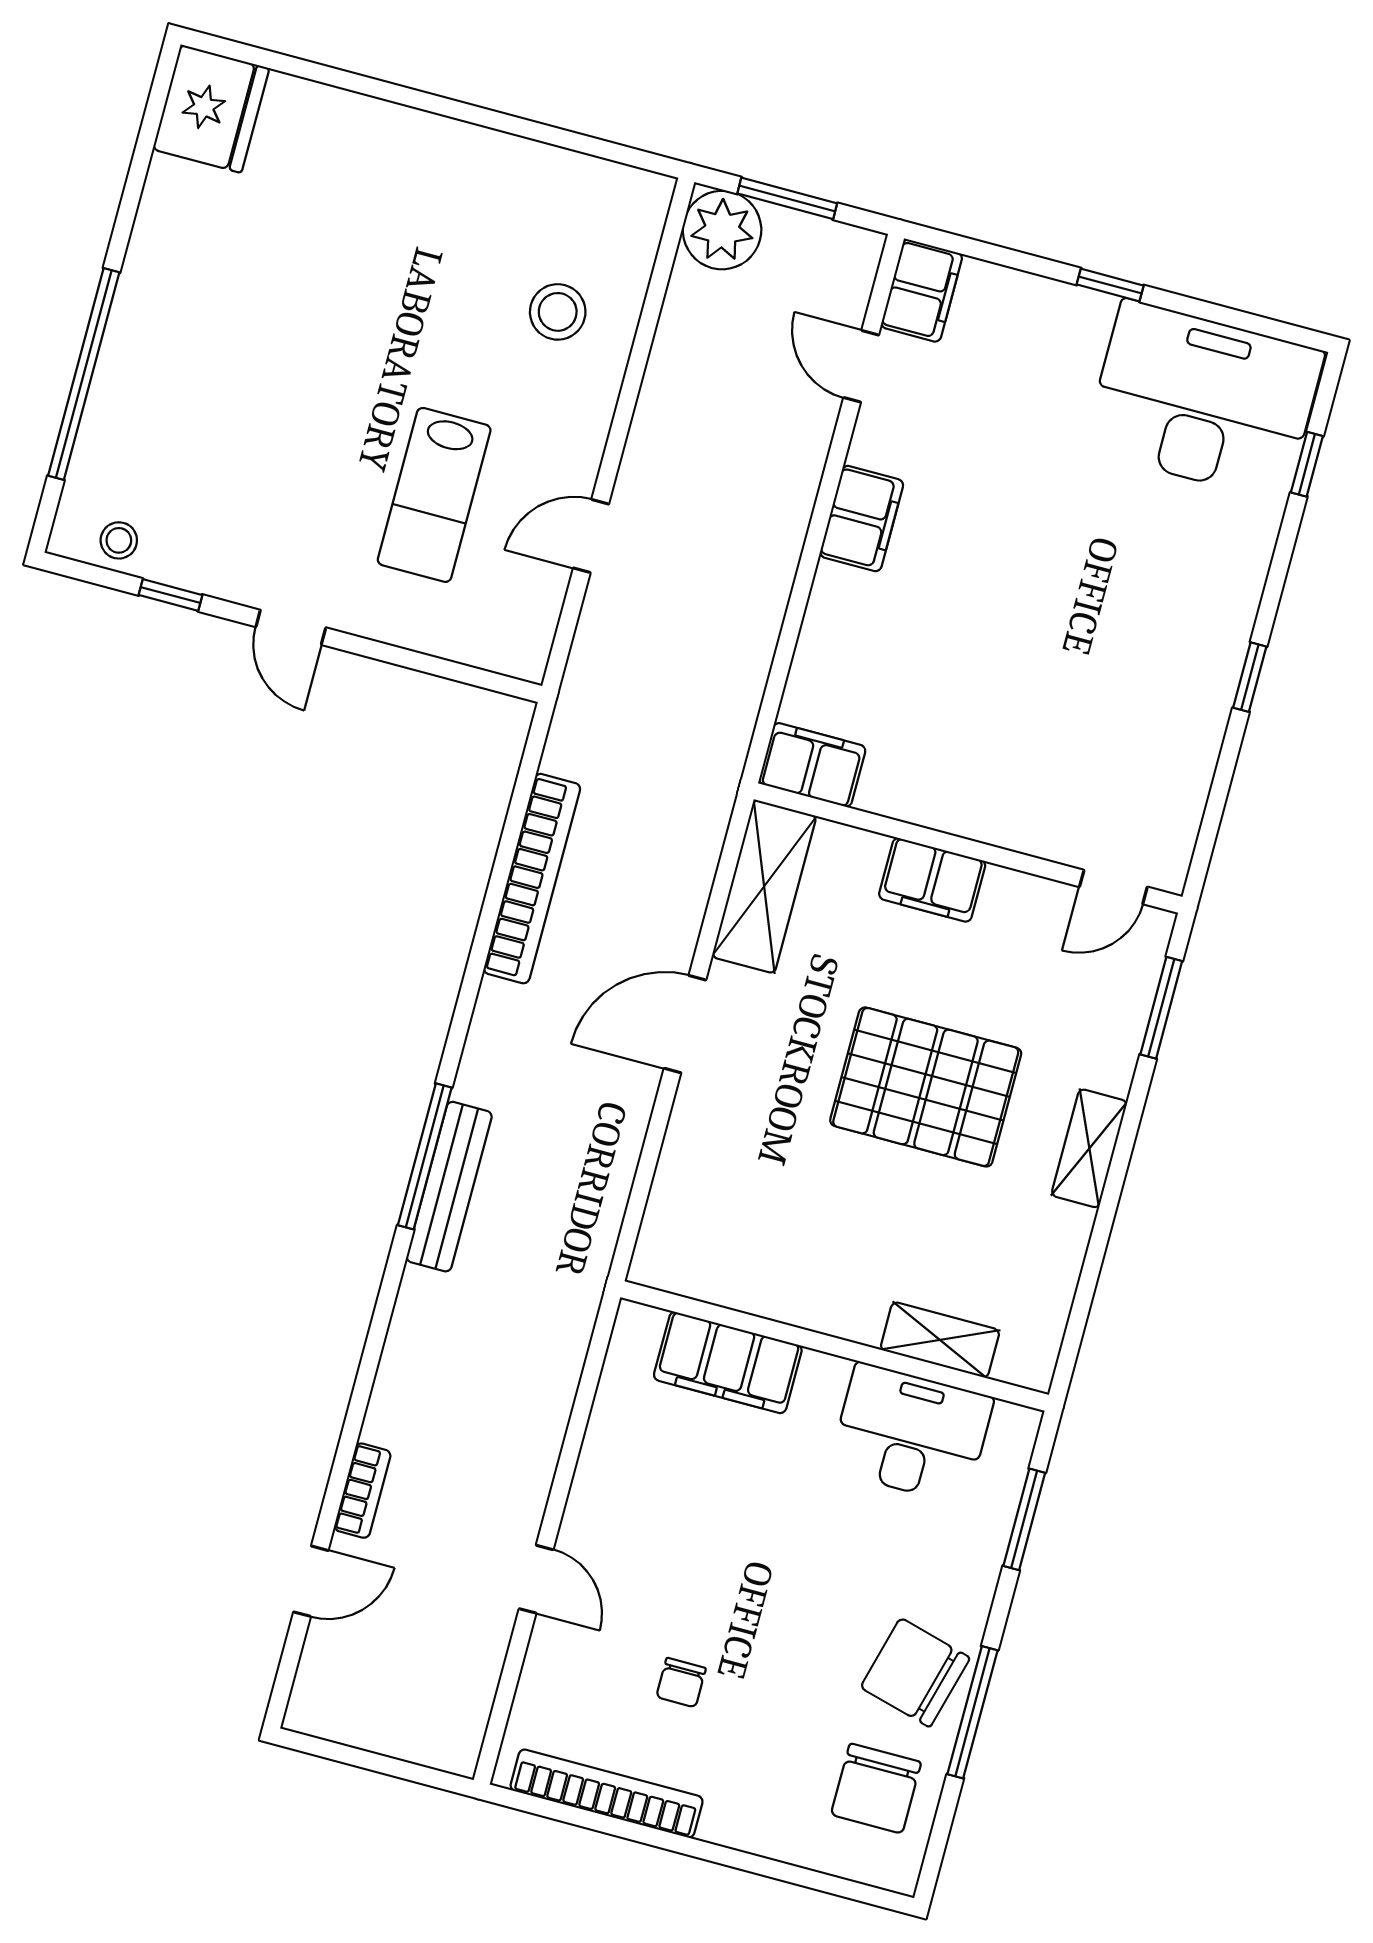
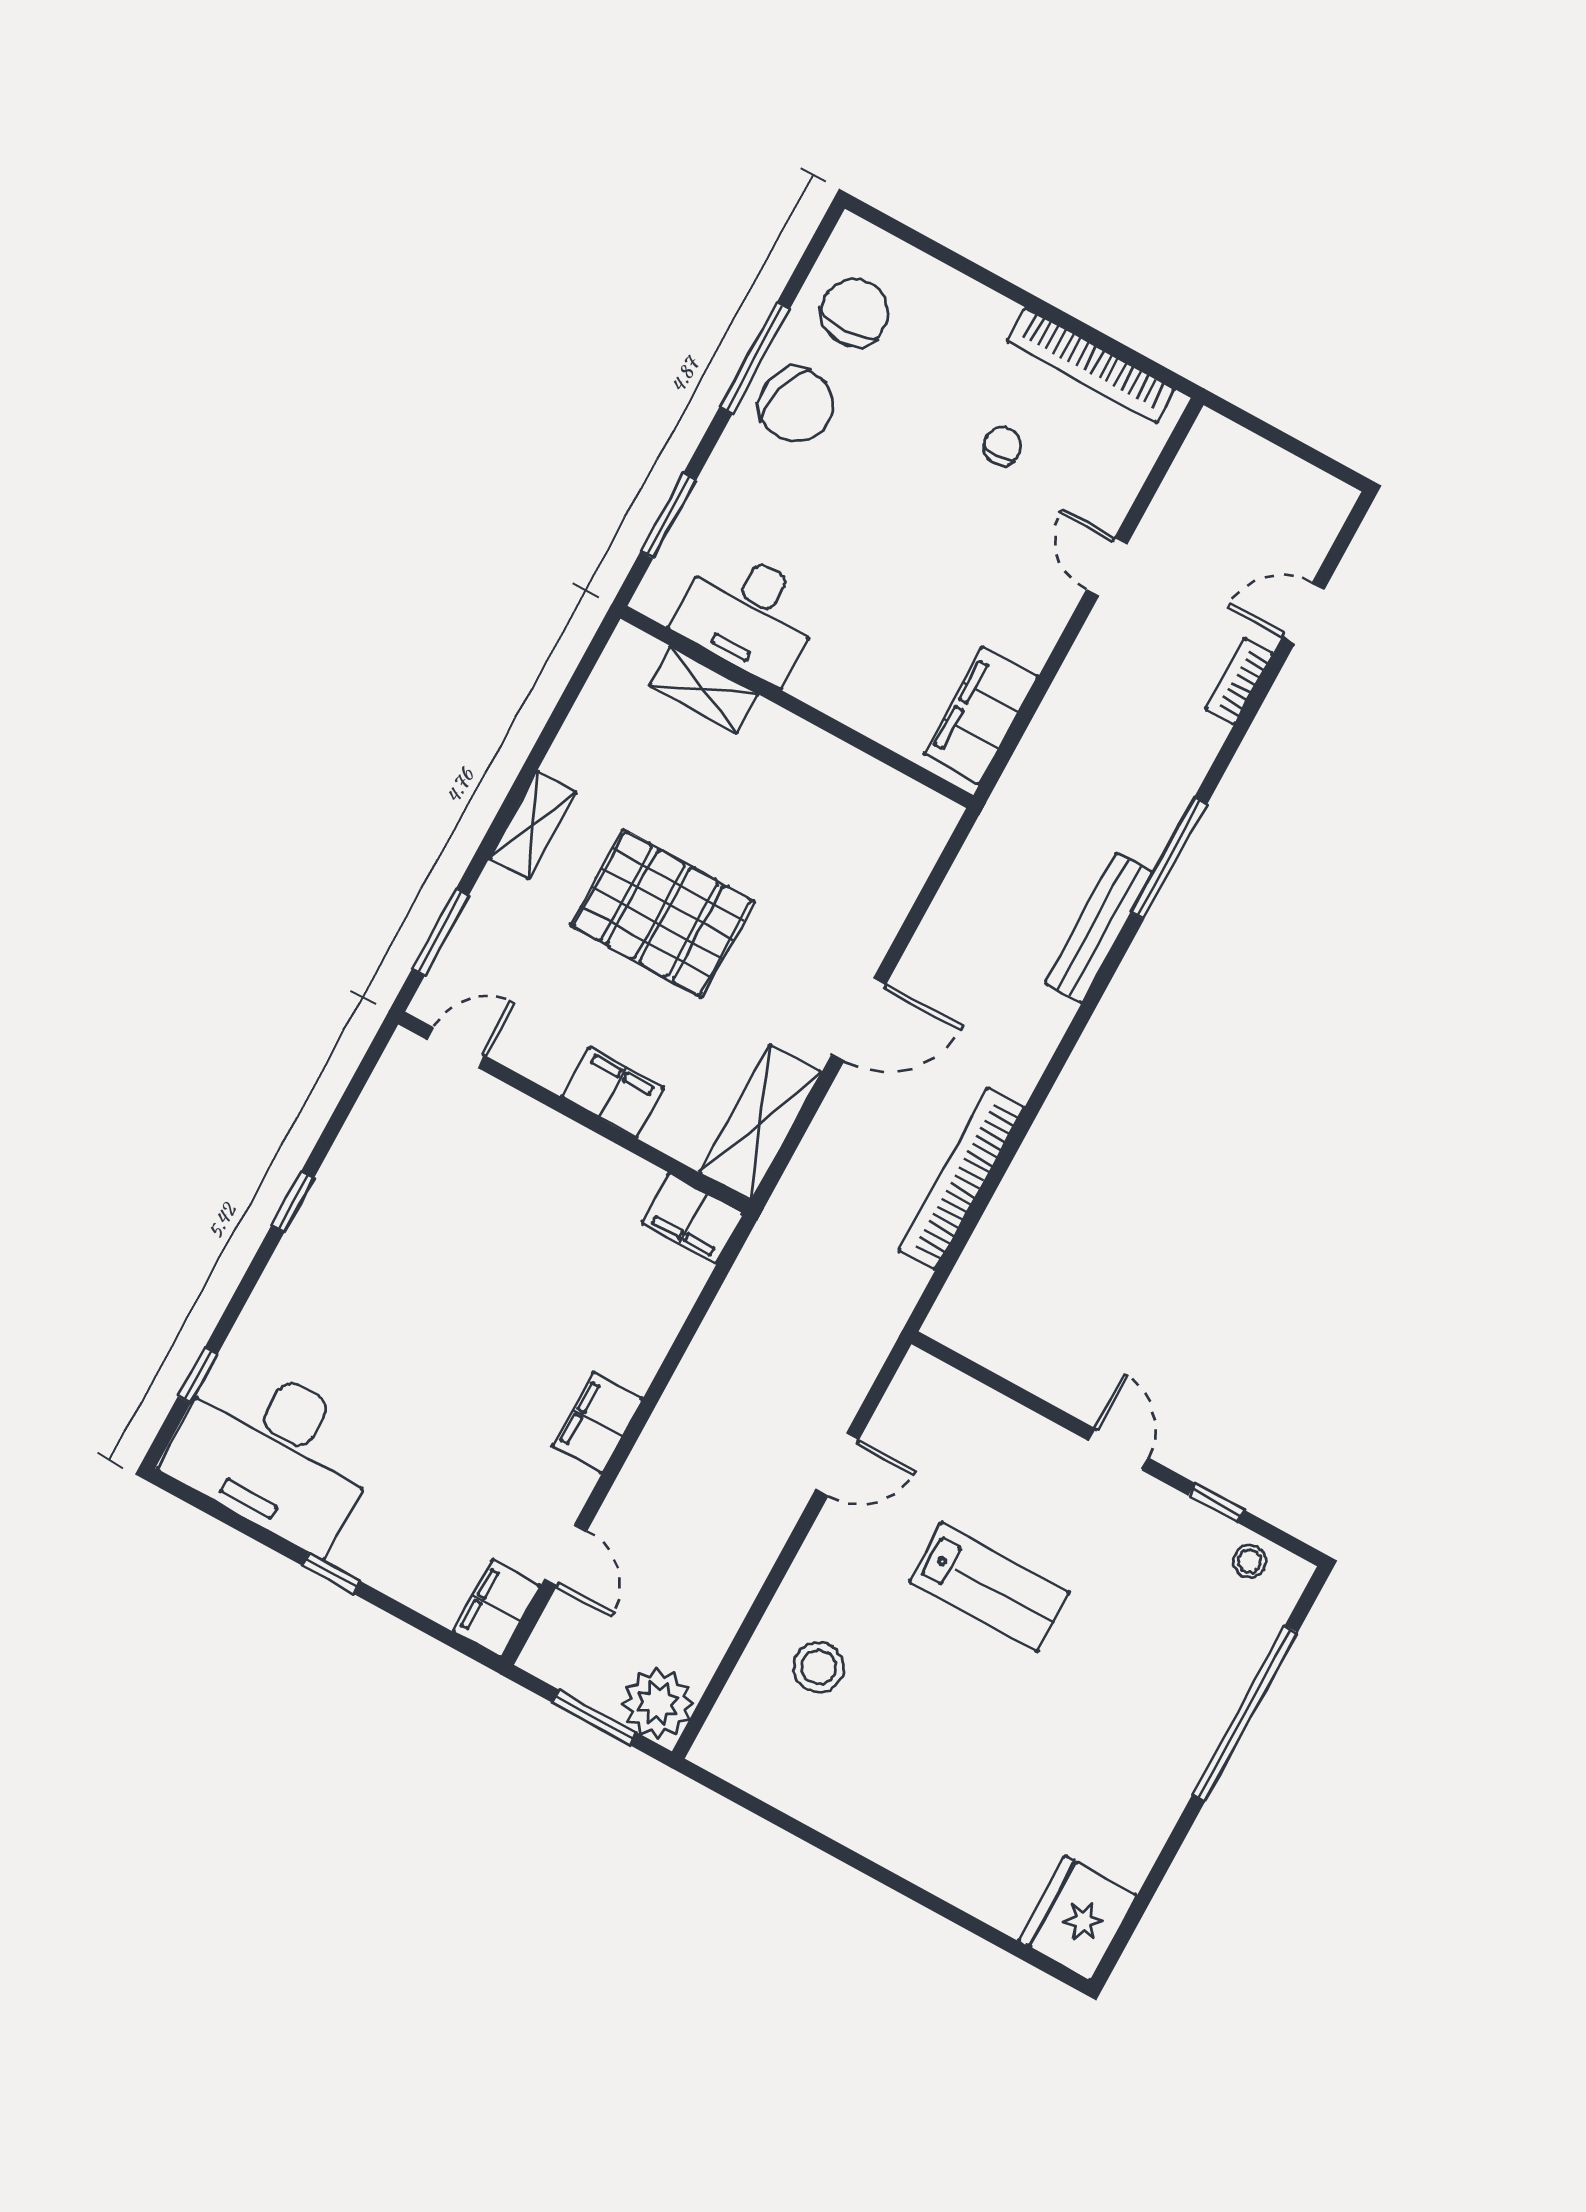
lab bench: (434, 495) -> (989, 1587), moved, turned 90
window: (425, 1156) -> (1169, 858), moved
filing cabinet: (728, 1363) -> (981, 715), moved, turned -90

